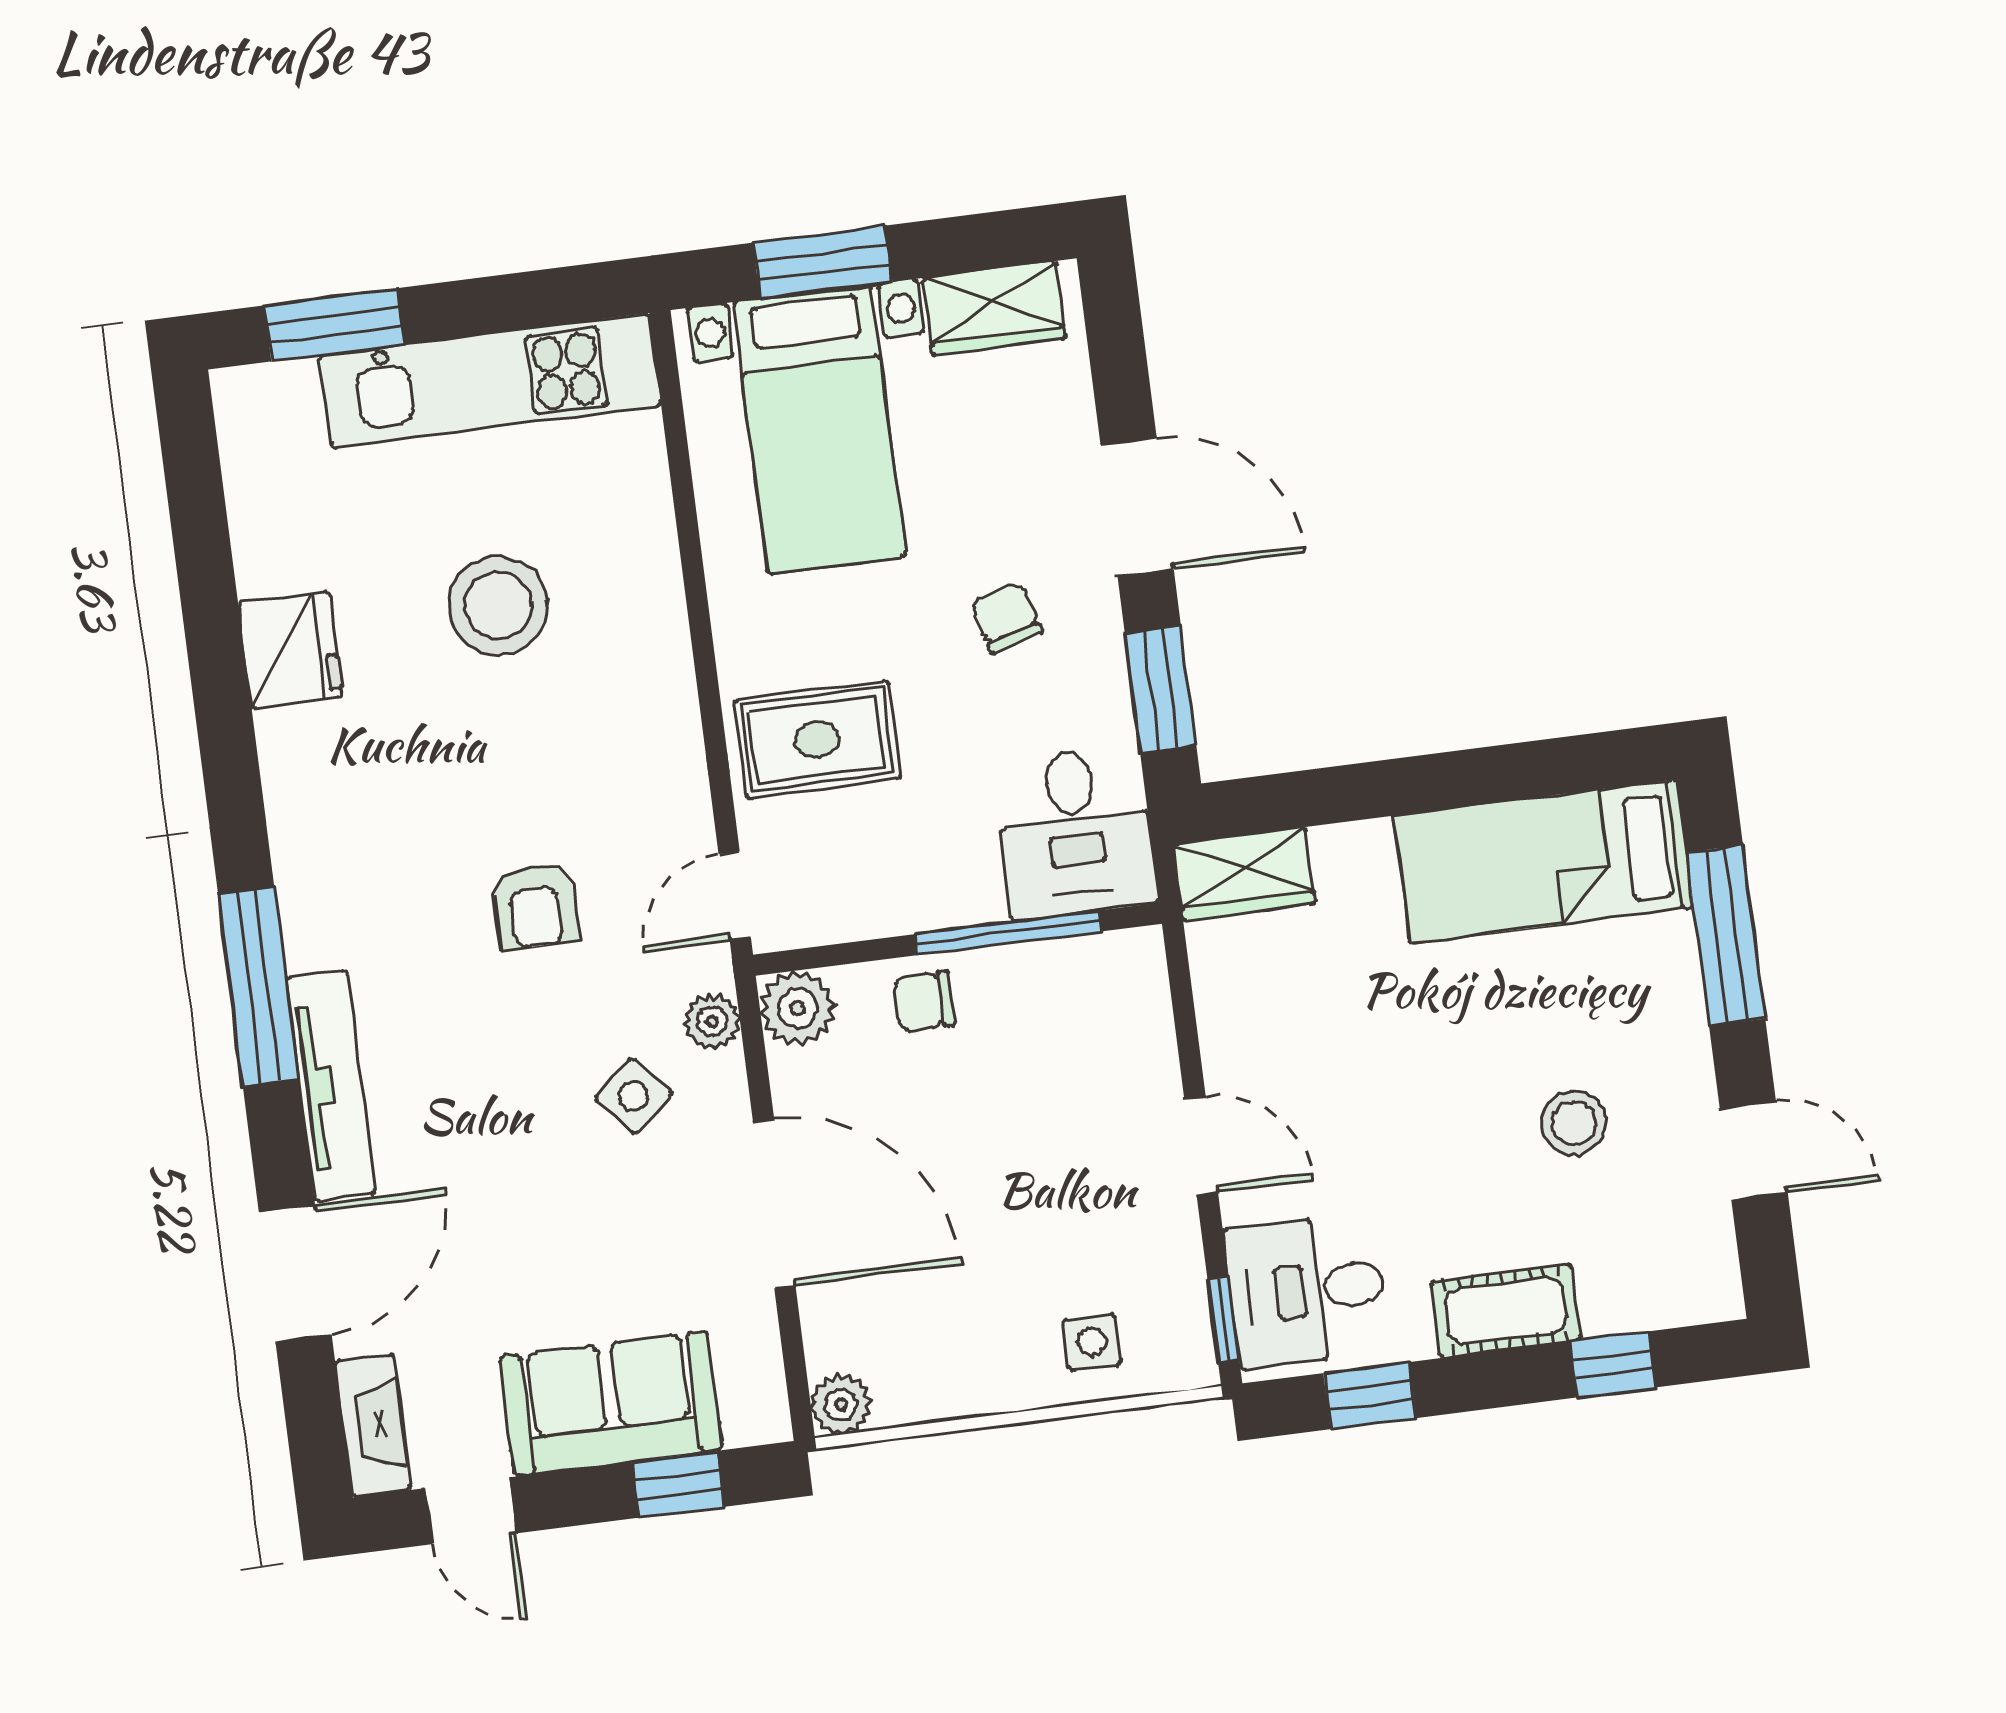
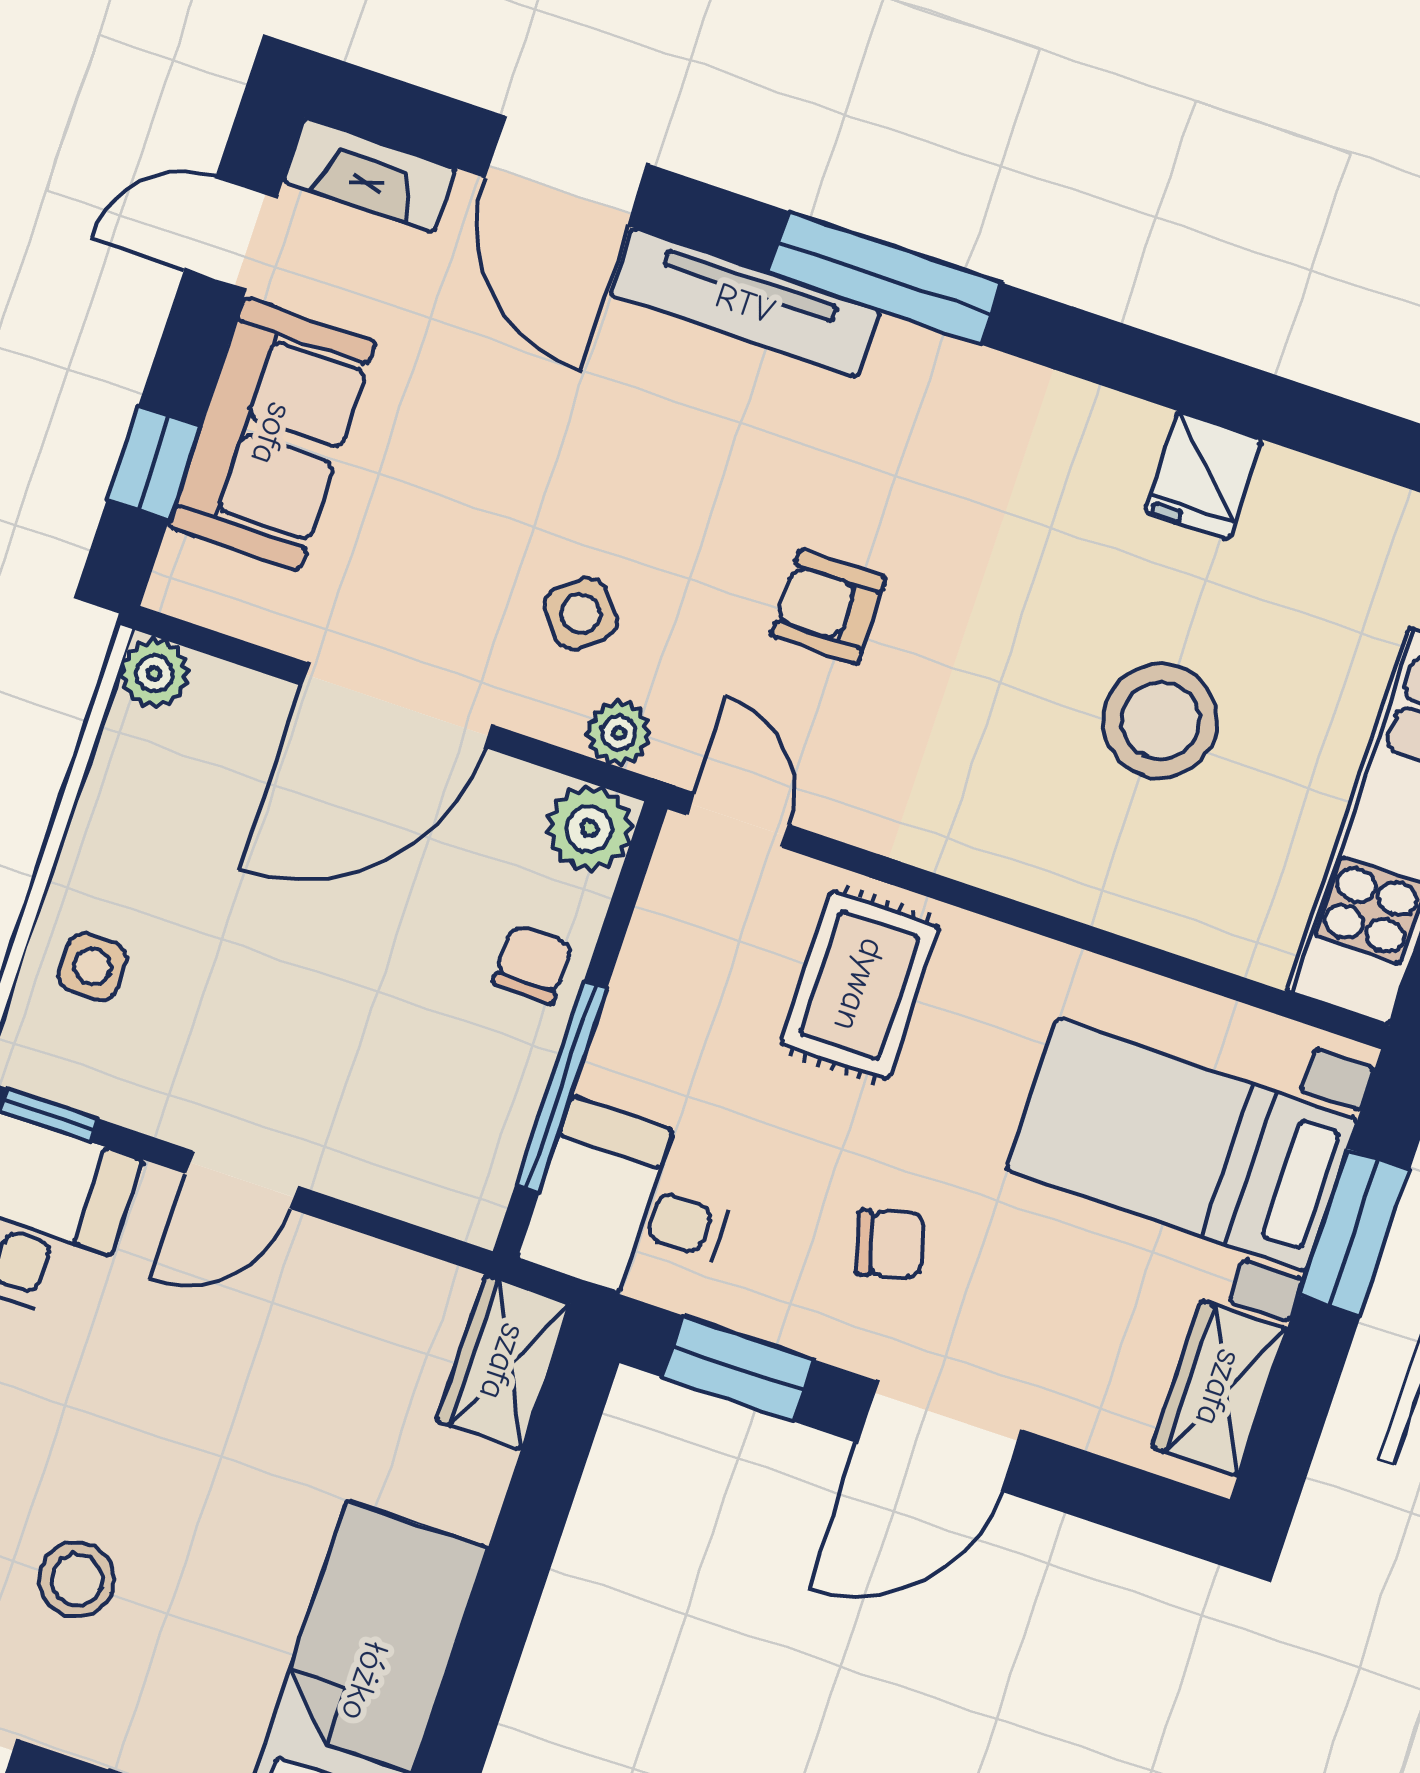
fridge: (290, 650) -> (1203, 476), width x0.72

